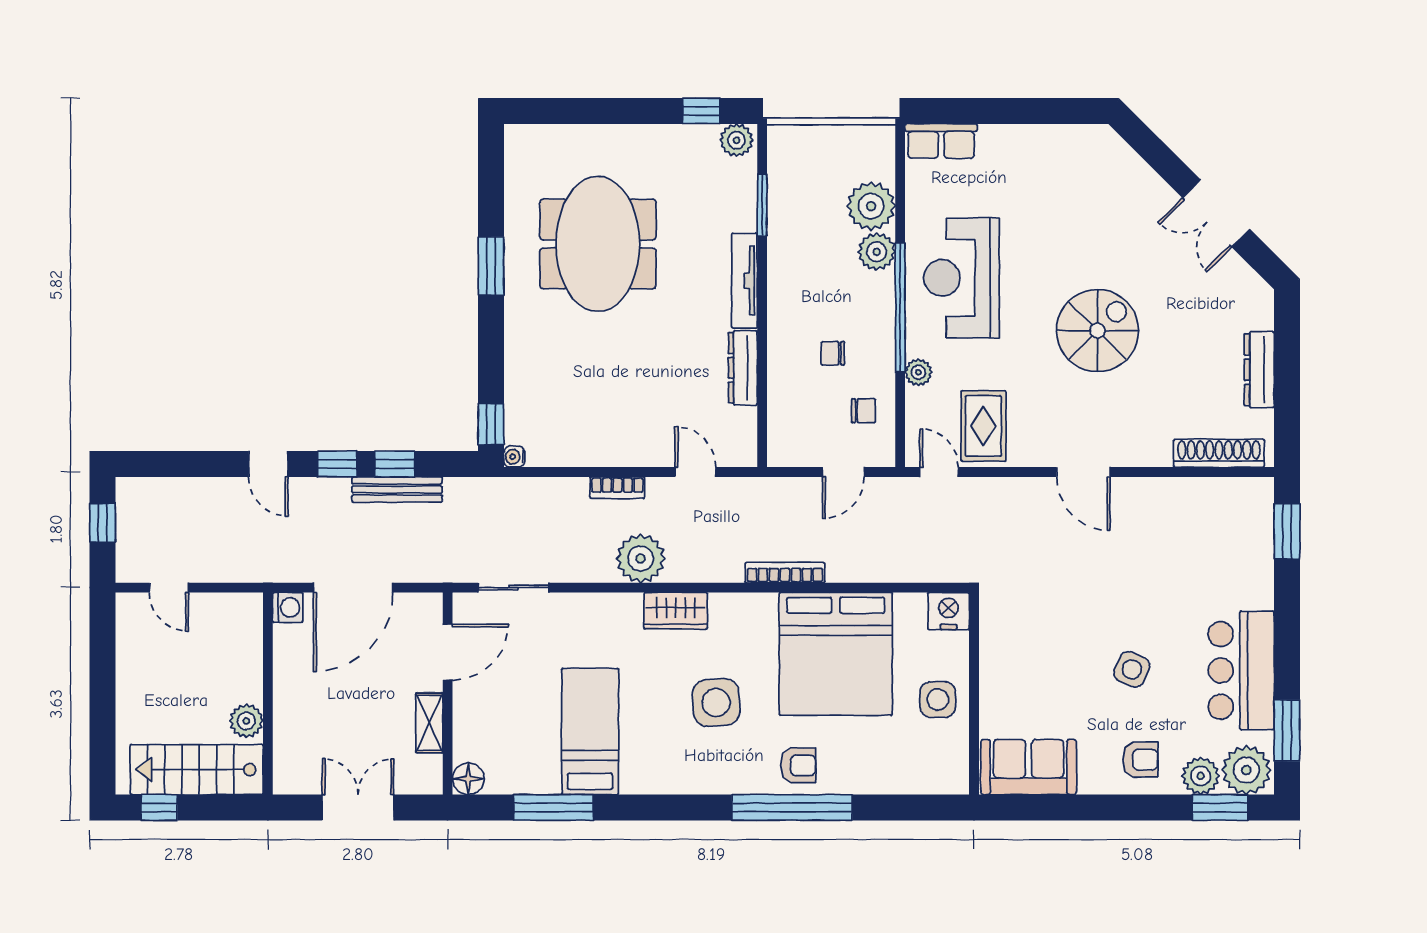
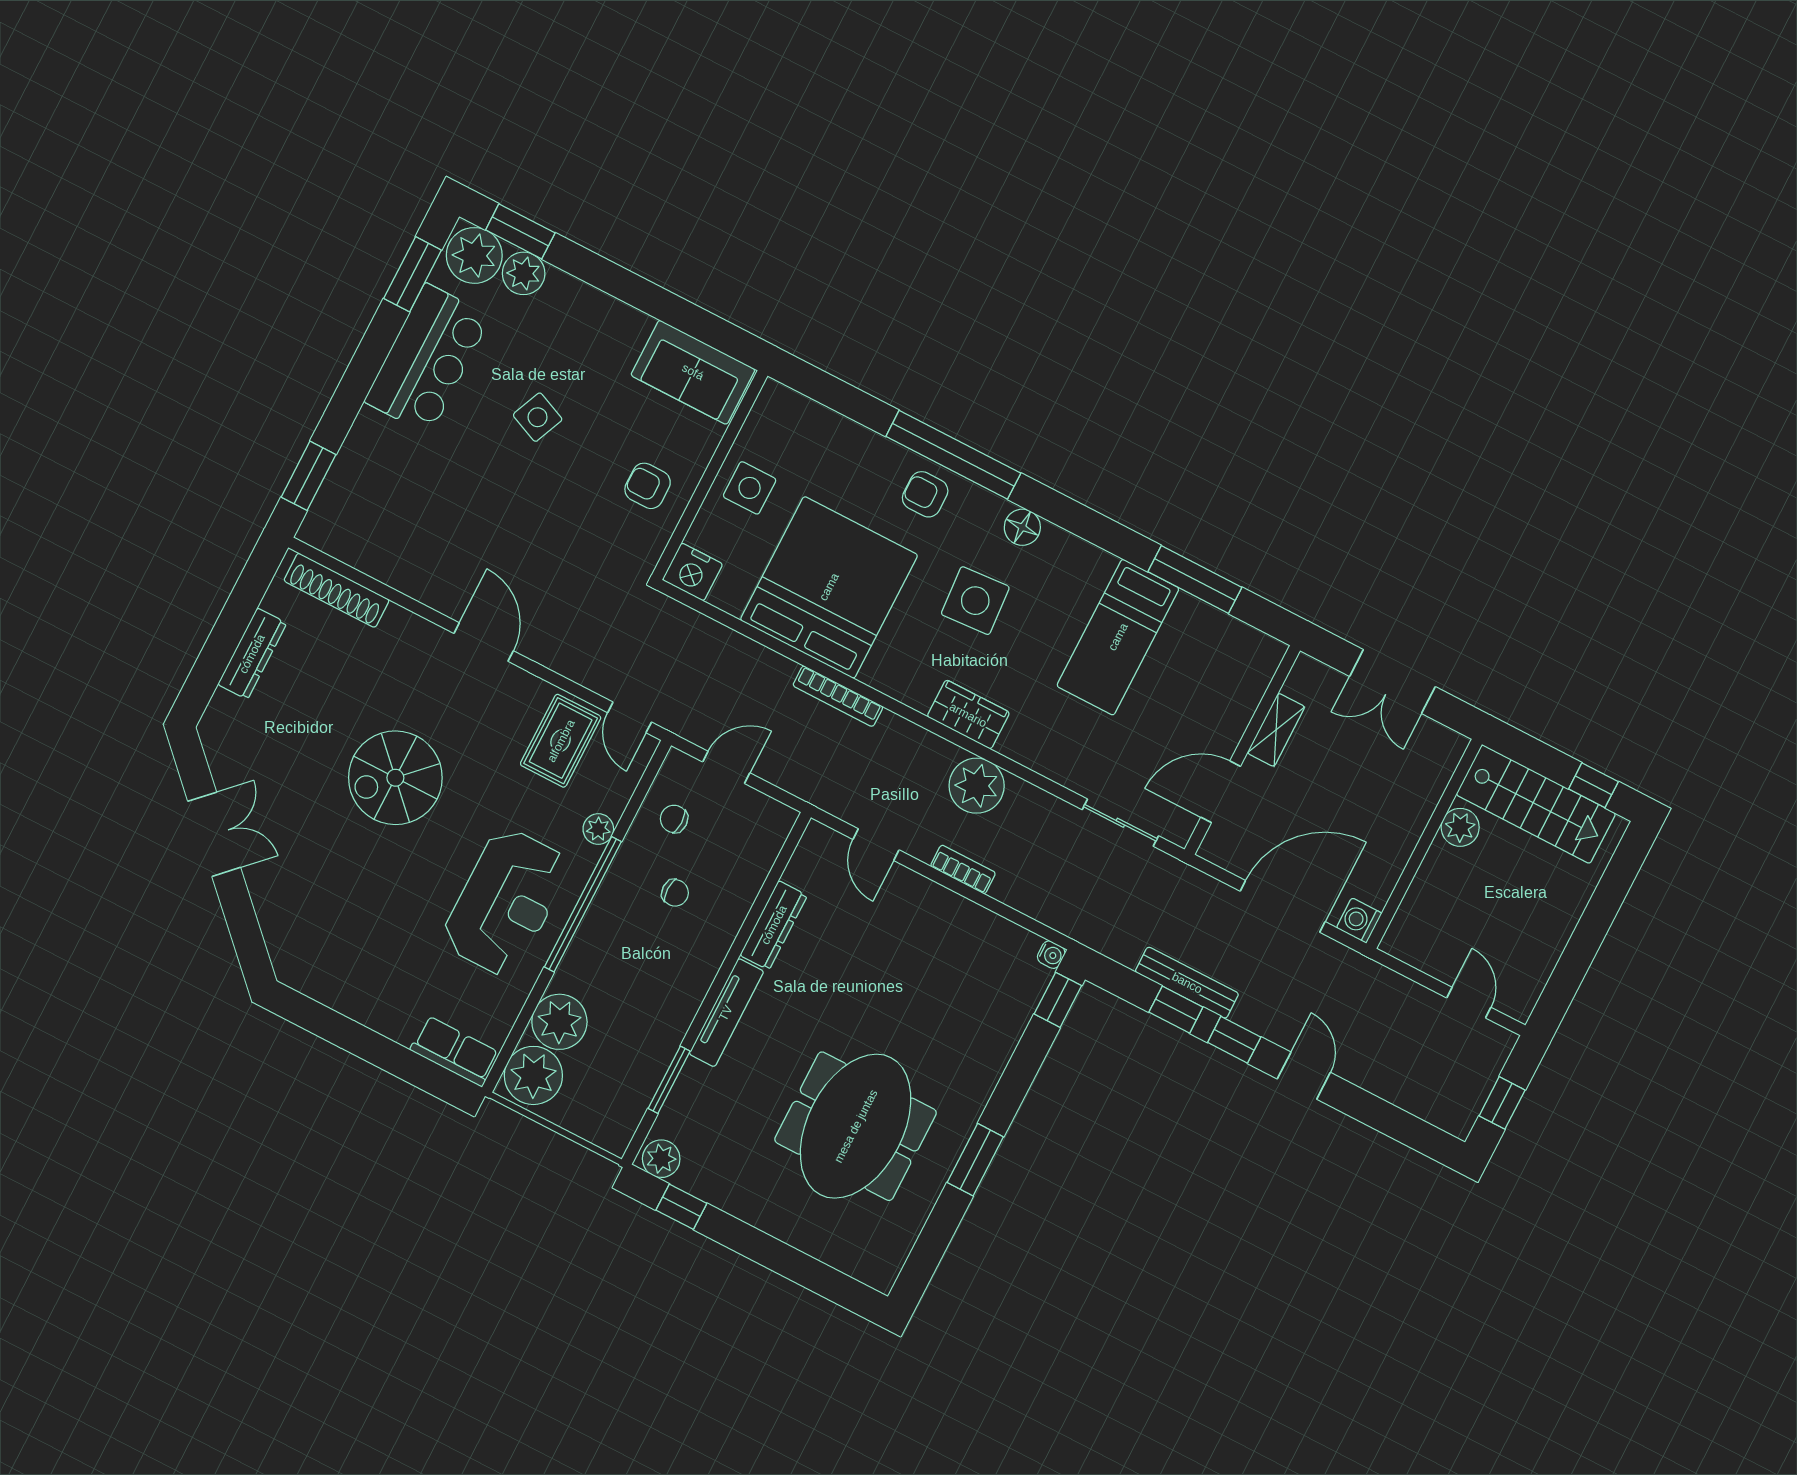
plant: (877, 252) -> (533, 1075), moved, width x1.36, depth x1.36
armchair: (1140, 760) -> (648, 486), moved
floor lamp: (468, 779) -> (1022, 527), moved

